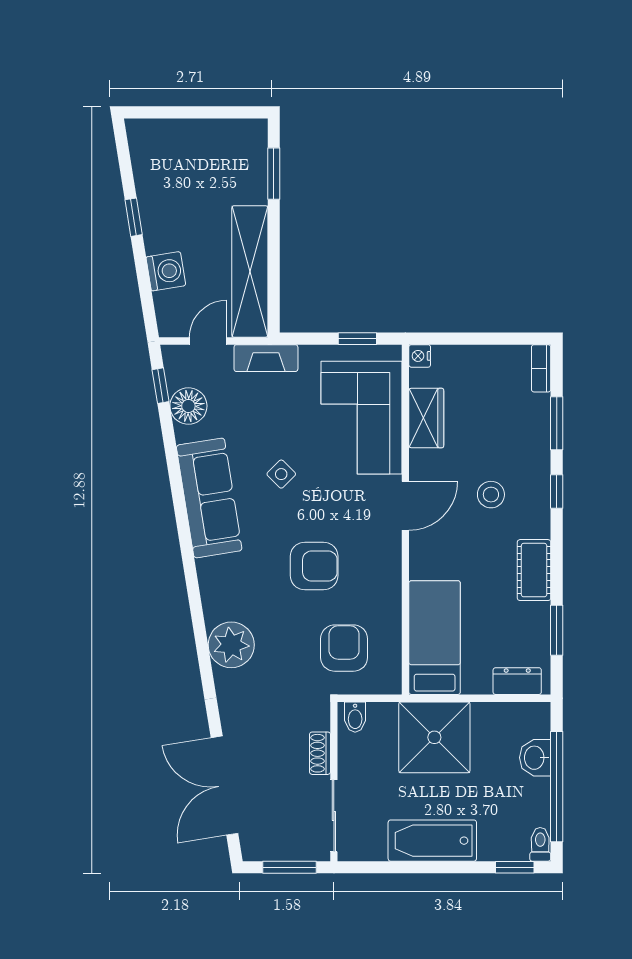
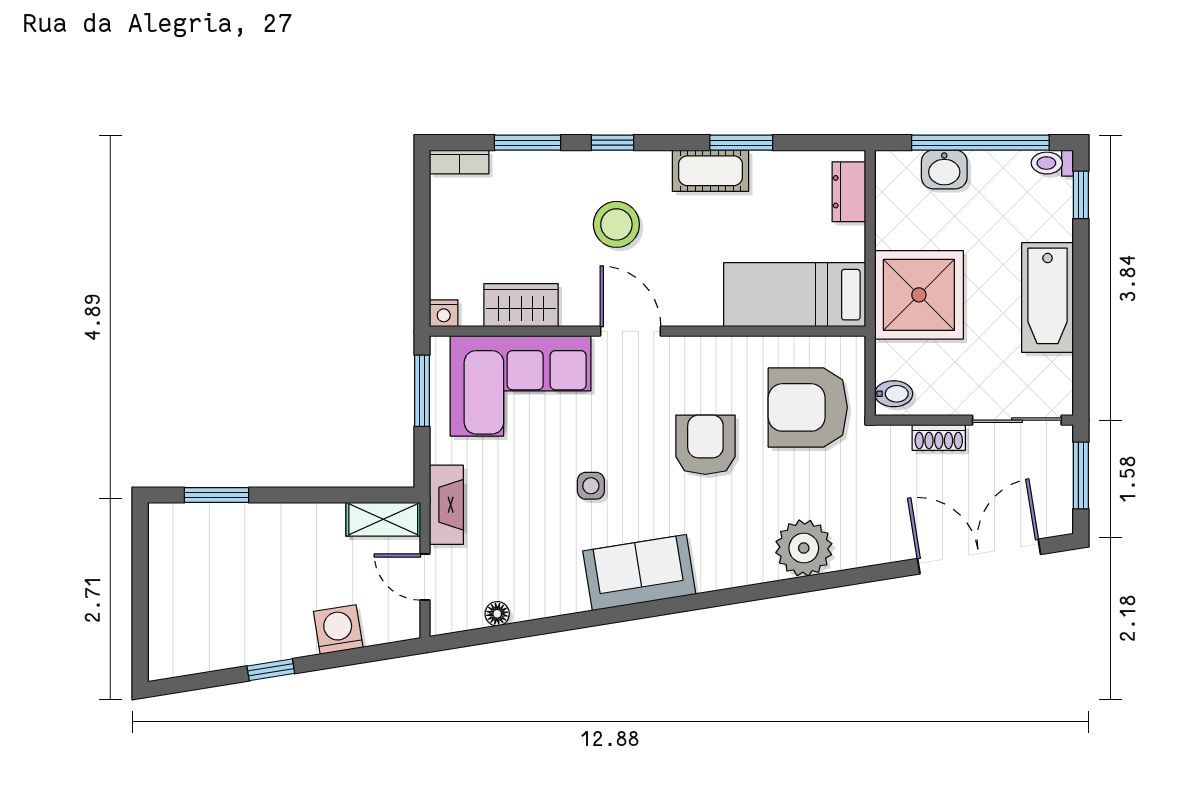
shelving: (250, 271) -> (383, 519), width x0.45, depth x0.75
window: (357, 339) -> (422, 391), width x1.50
window: (160, 386) -> (481, 636), removed
floor lamp: (188, 406) -> (497, 614), width x0.53, depth x0.53
side table: (281, 474) -> (591, 486), turned 45
stool: (491, 495) -> (616, 224), width x1.38, depth x1.38
sofa: (209, 498) -> (639, 573), width x0.73
window: (557, 630) -> (741, 143), moved
armchair: (344, 648) -> (808, 407), width x1.36, depth x1.36
double door: (224, 786) -> (979, 556), swing flipped

